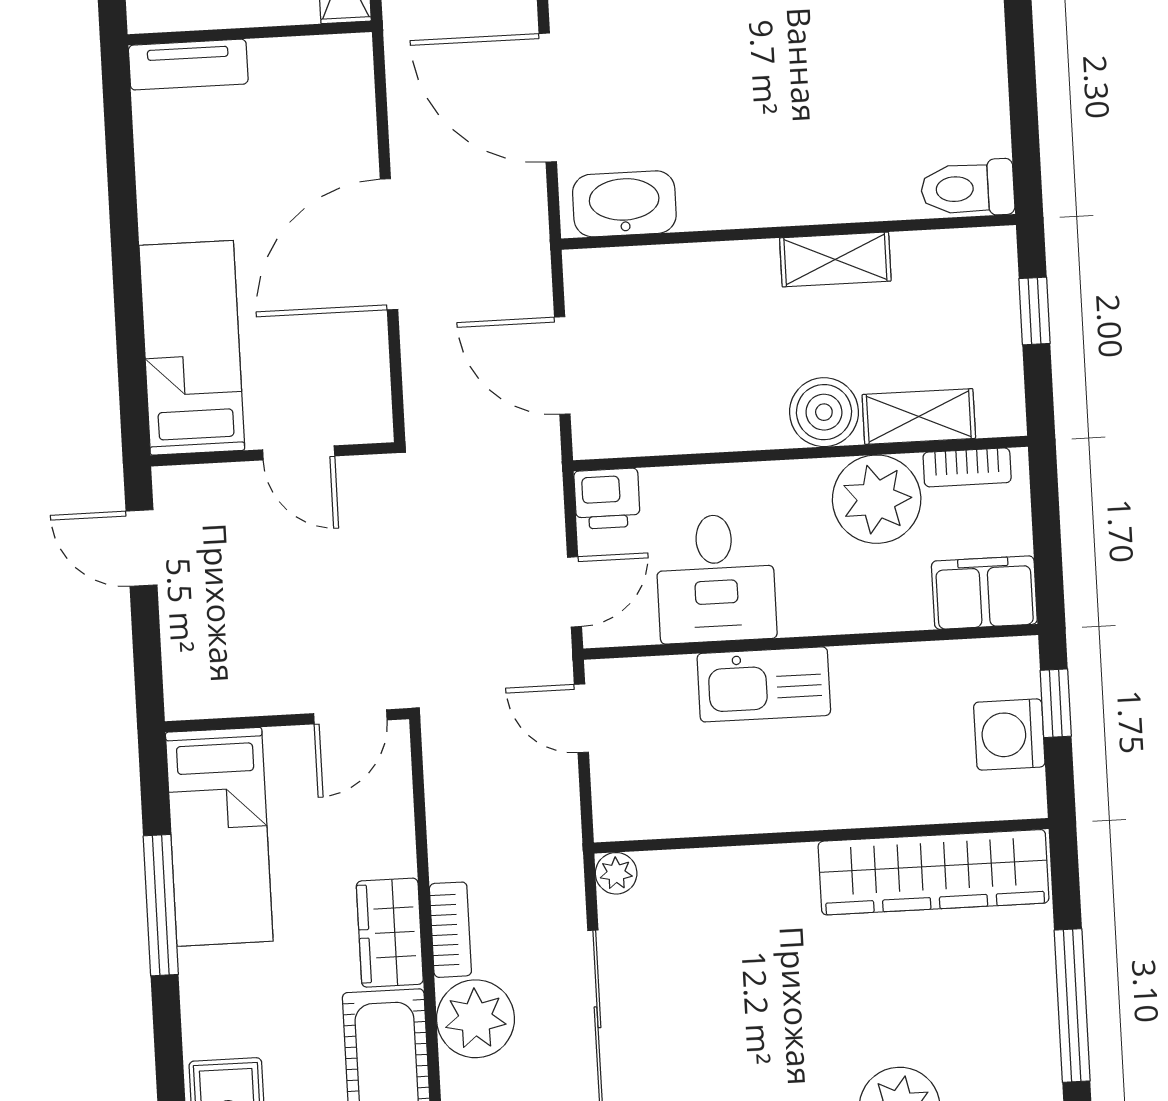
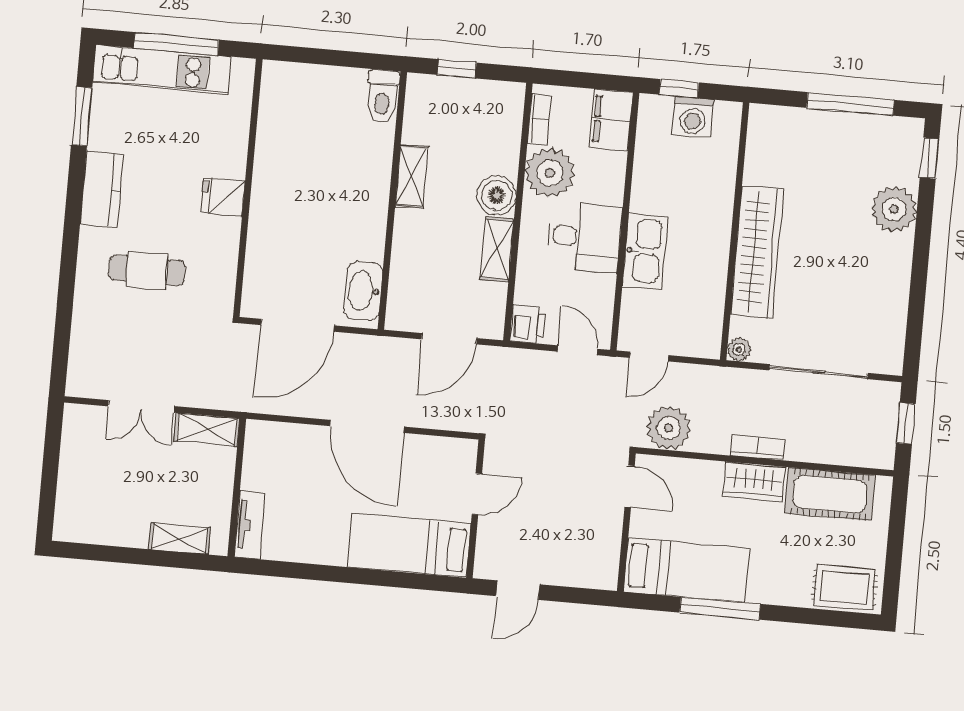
shelving: (919, 416) -> (497, 249), moved
desk: (716, 578) -> (584, 237), moved
wardrobe: (933, 872) -> (757, 252), moved
plant: (476, 1019) -> (669, 428), moved

